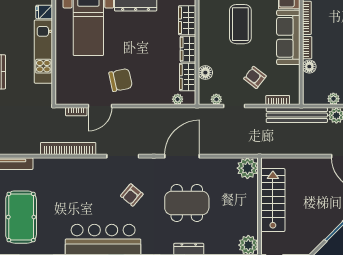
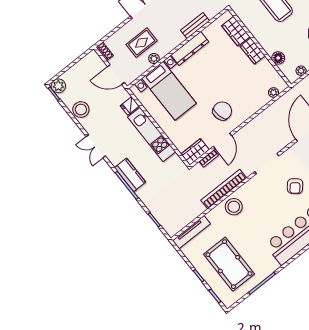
wardrobe: (188, 77) -> (195, 152), moved, turned 90
stool: (65, 171) -> (234, 207), added

